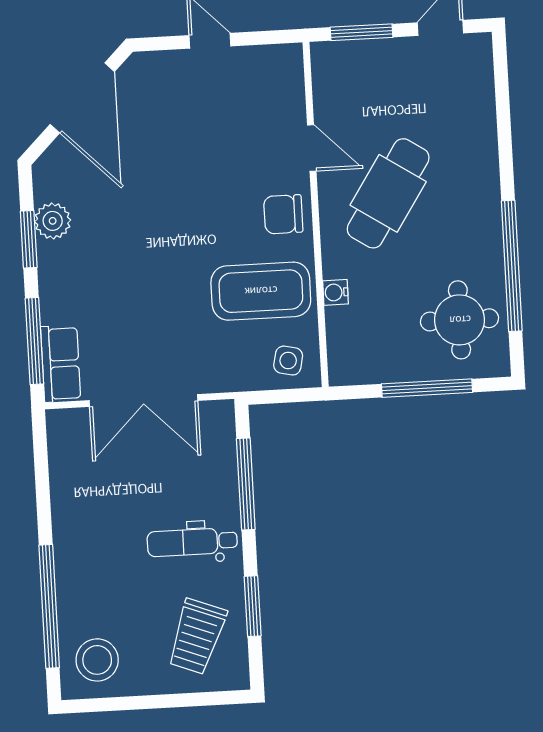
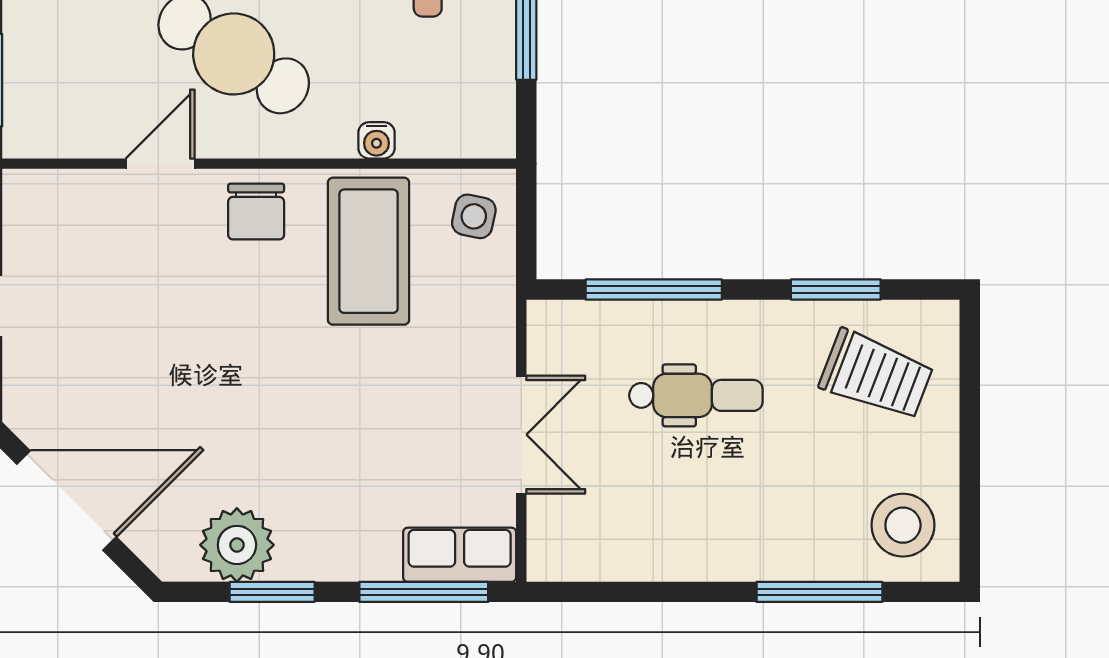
plant: (53, 221) -> (237, 545), width x1.36, depth x1.36
double door: (144, 400) -> (521, 435), width x0.73
dental chair: (192, 542) -> (696, 395), moved, turned -90
window: (49, 606) -> (819, 592), width x0.68

